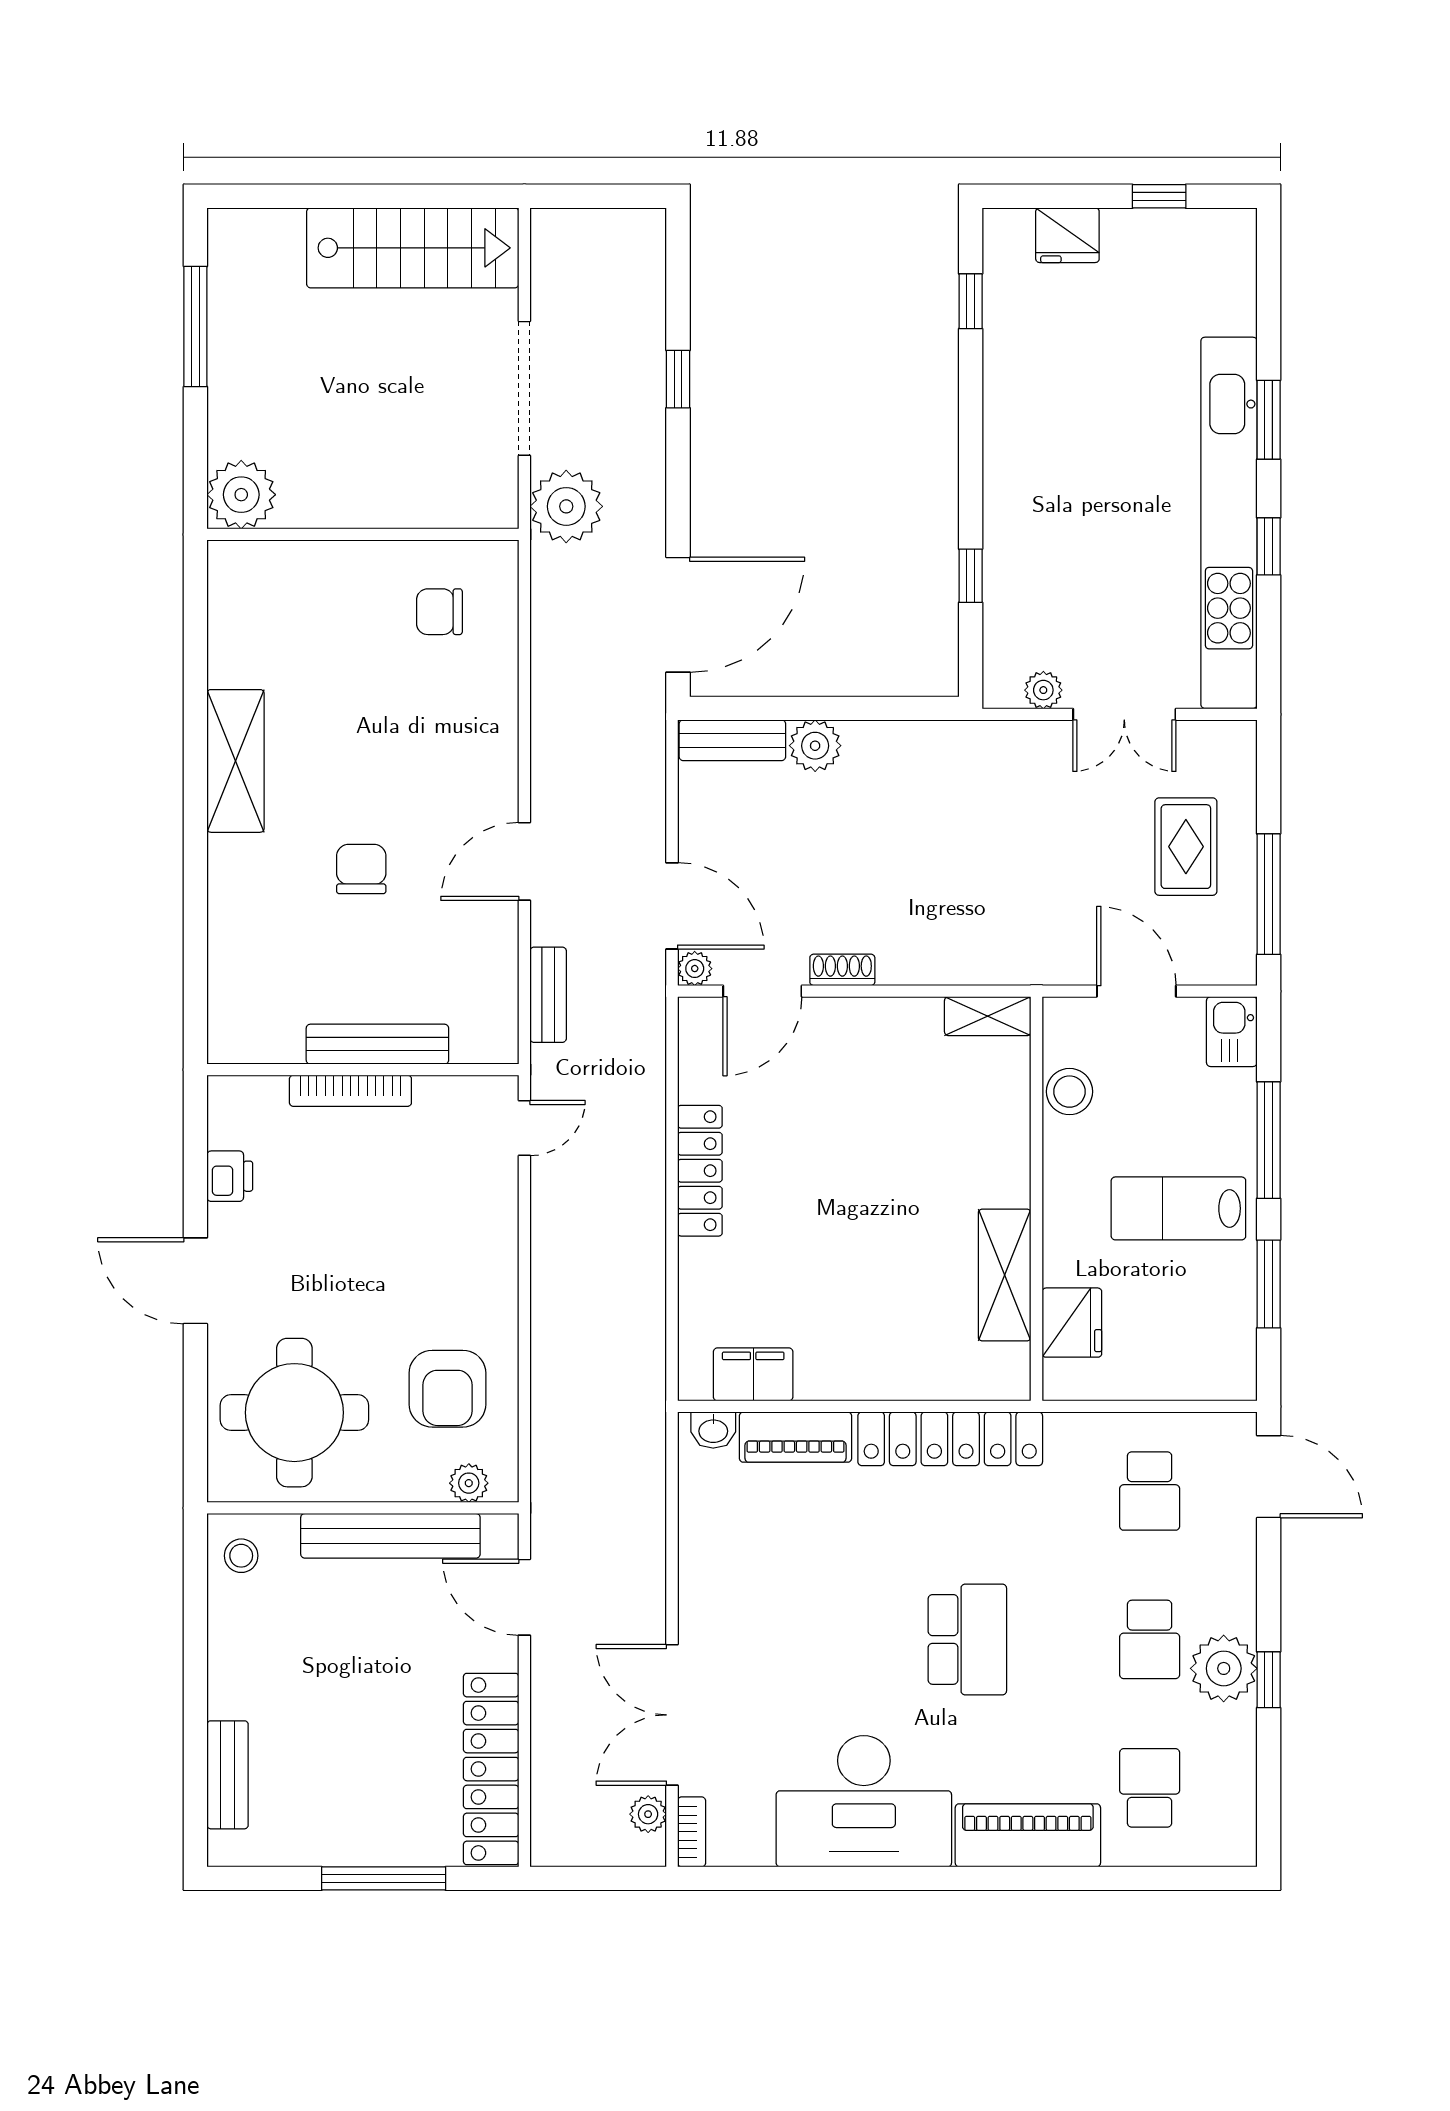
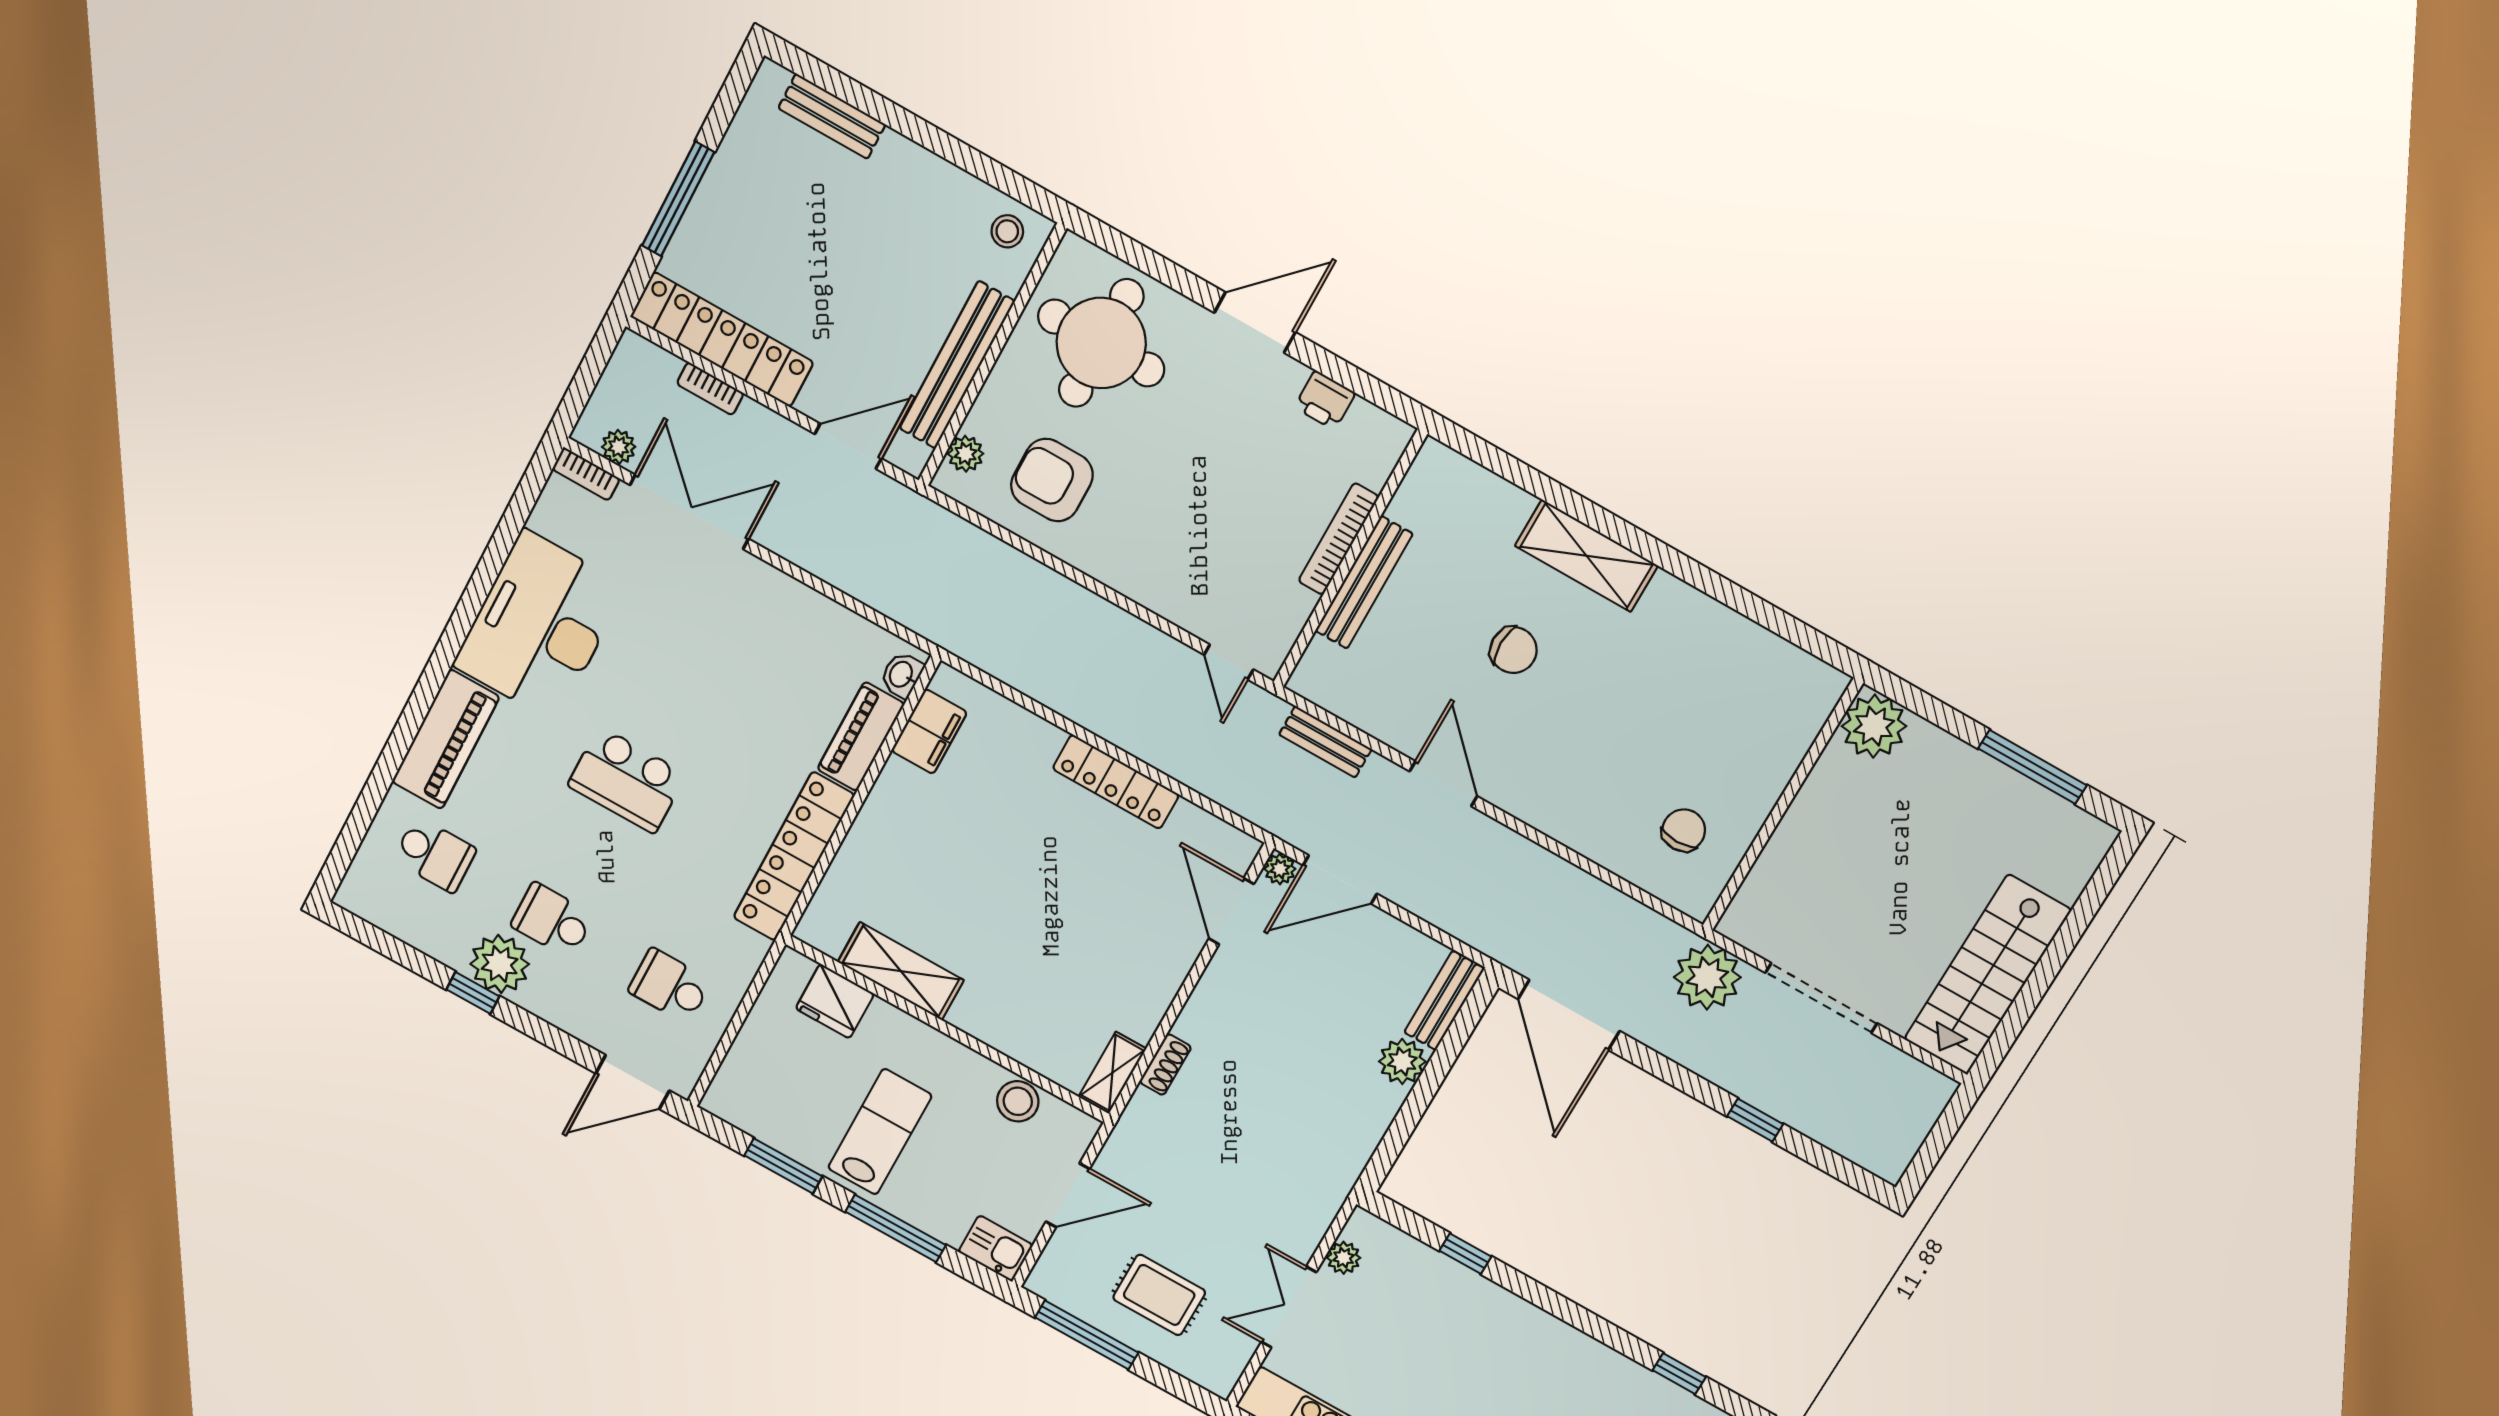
shelving: (236, 761) -> (1586, 556), moved
shoe rack: (842, 970) -> (1165, 1065), moved
bookcase: (544, 1756) -> (710, 389), added

